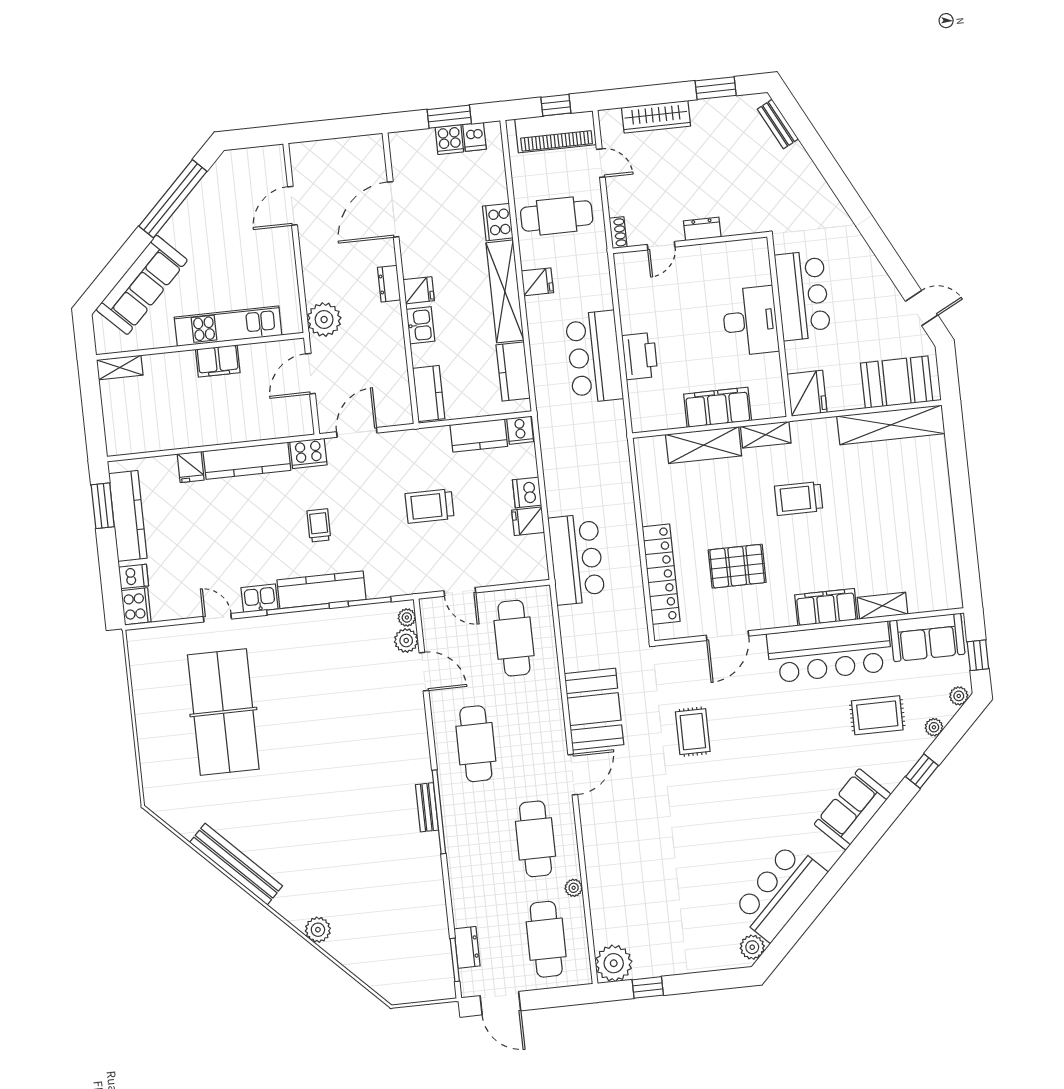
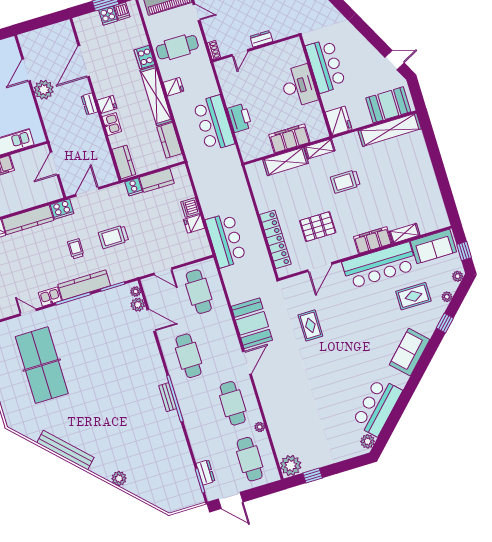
plant: (324, 320) -> (44, 90), moved
cooker: (520, 430) -> (134, 187), moved
trolley: (430, 506) -> (113, 237), moved

